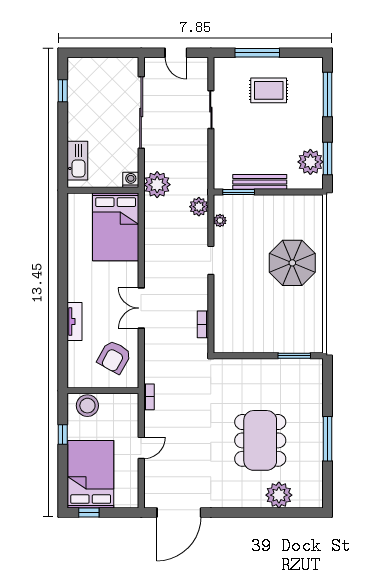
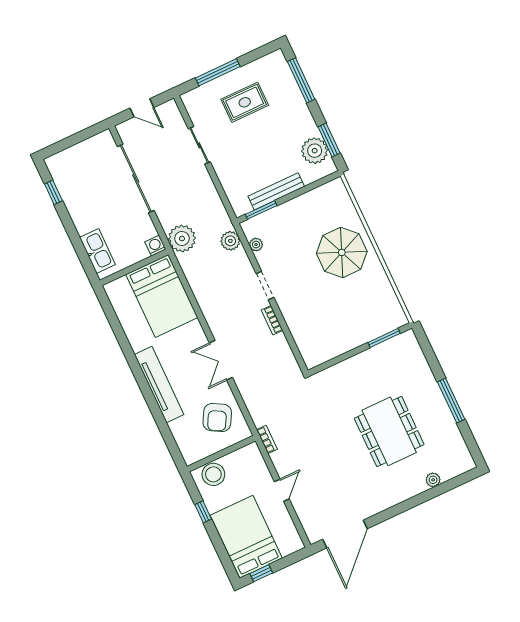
tv unit: (75, 322) -> (159, 385), width x1.92, depth x1.29
bookcase: (203, 324) -> (272, 320), moved
plant: (279, 495) -> (433, 480), width x0.53, depth x0.53

